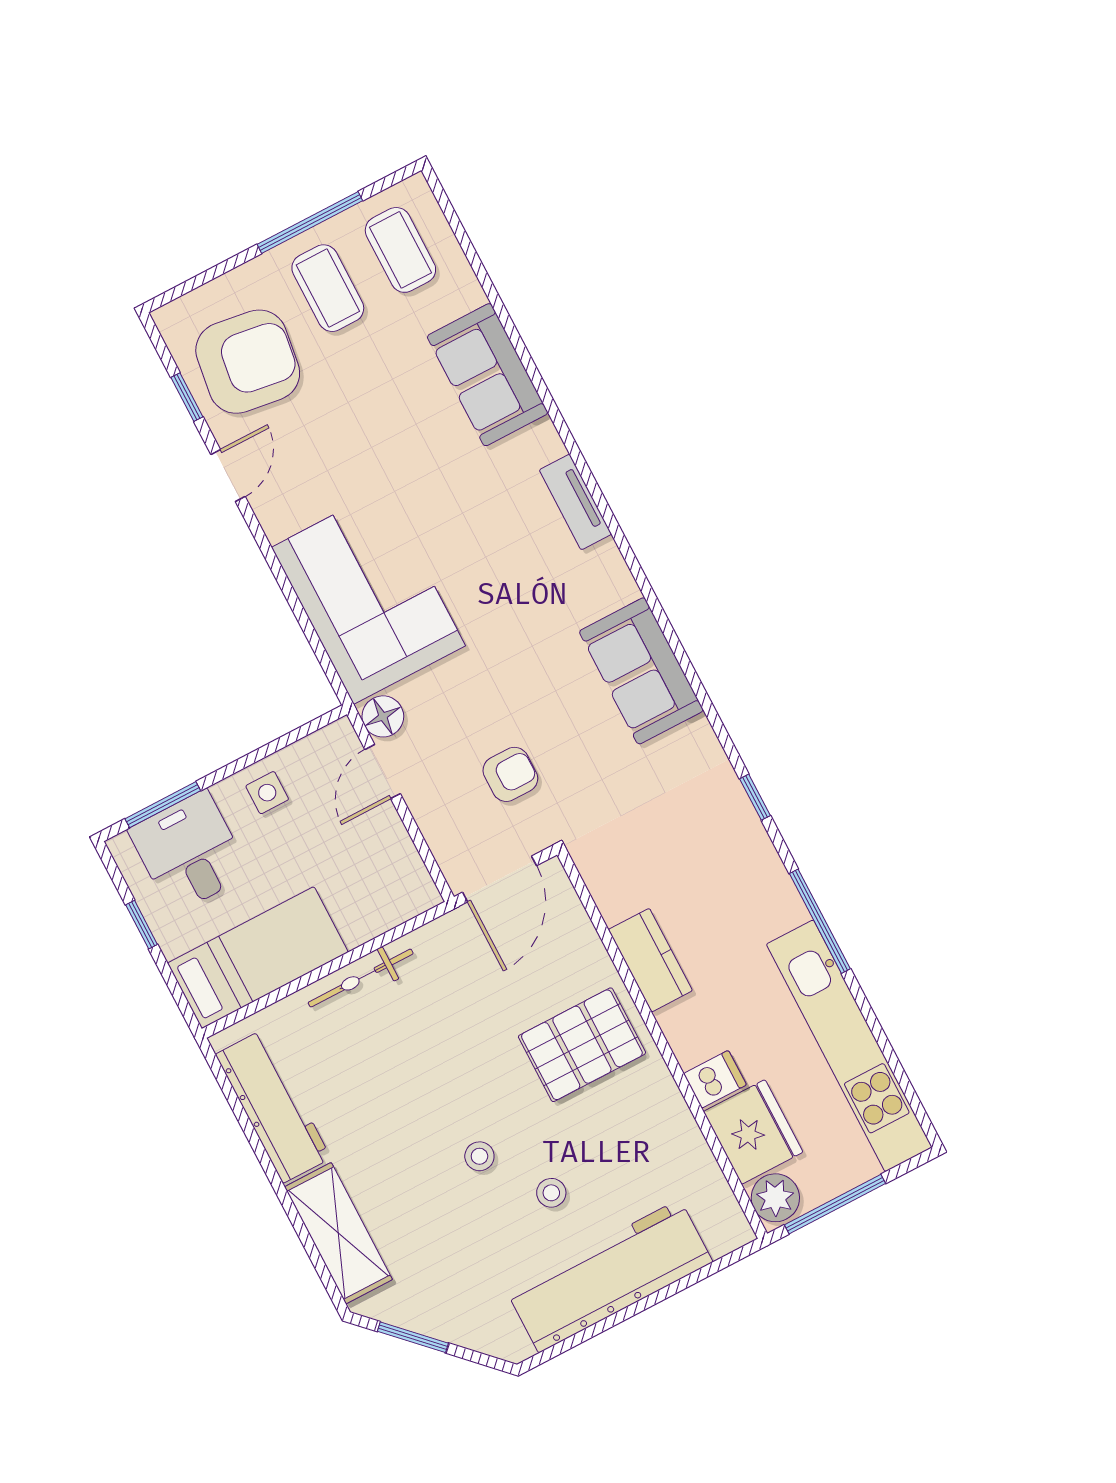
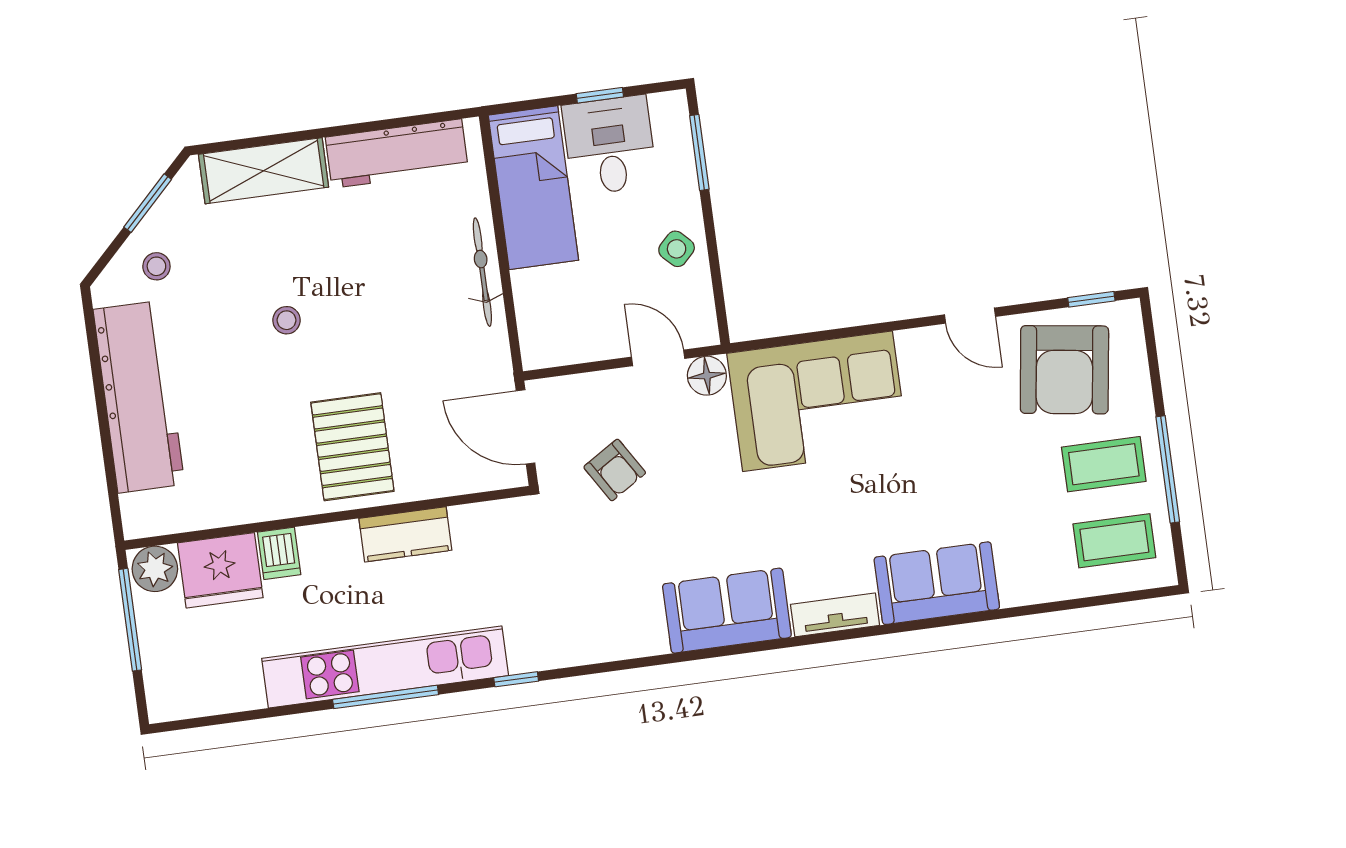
sofa: (488, 375) -> (937, 583), moved
window: (187, 397) -> (1091, 299), moved
sofa: (641, 671) -> (727, 611), moved
armchair: (510, 774) -> (615, 470), turned -32
side table: (267, 793) -> (677, 249), turned 45
desk: (189, 852) -> (610, 145), moved, turned -90
kitchen unit: (849, 1046) -> (385, 667), moved
stool: (551, 1193) -> (156, 266), moved

